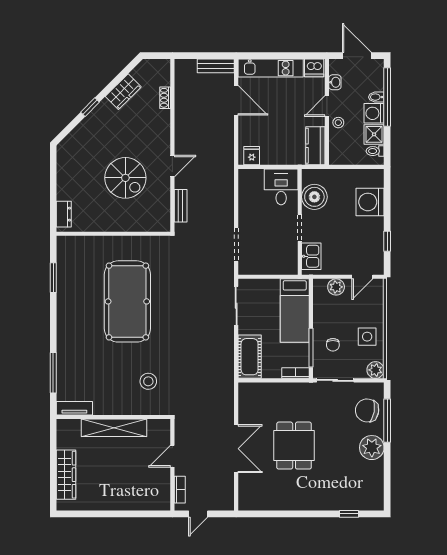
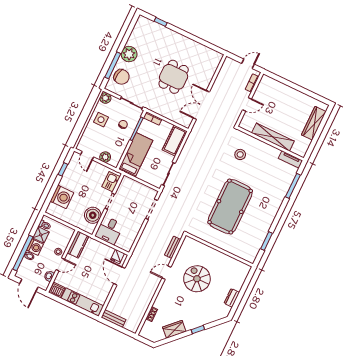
door: (236, 100) -> (119, 276), moved
dresser: (64, 214) -> (232, 298), moved
door: (362, 277) -> (87, 156), swing flipped
double door: (236, 449) -> (201, 105), moved

